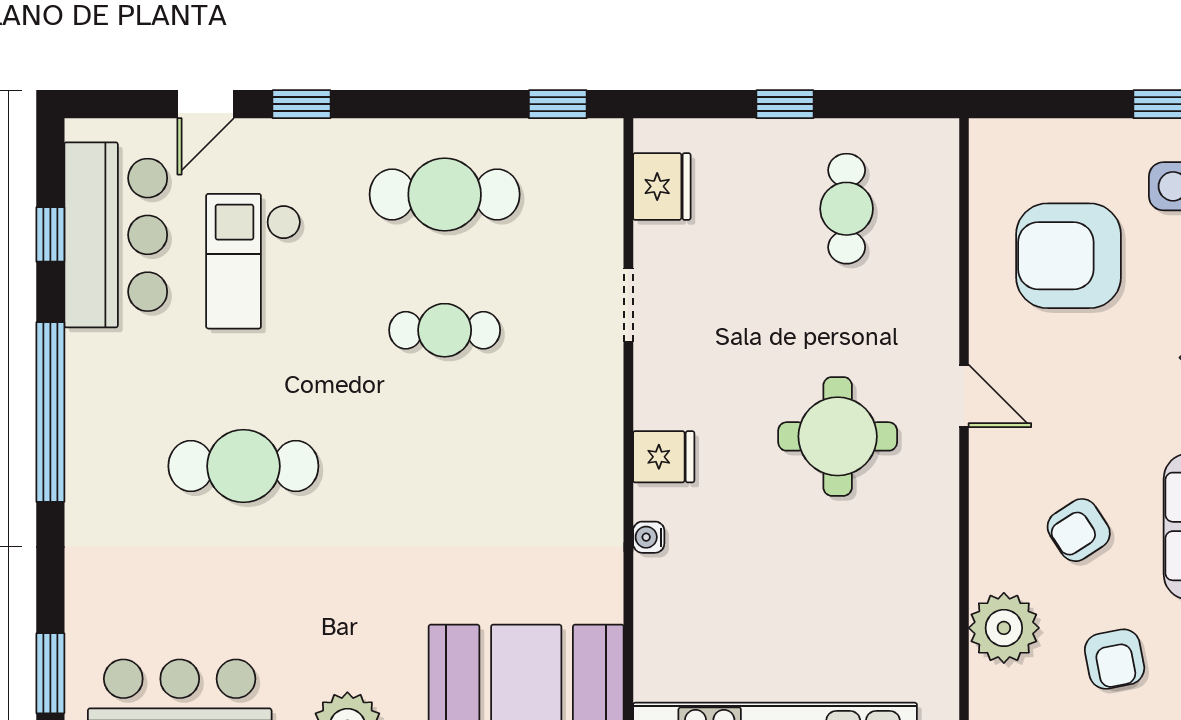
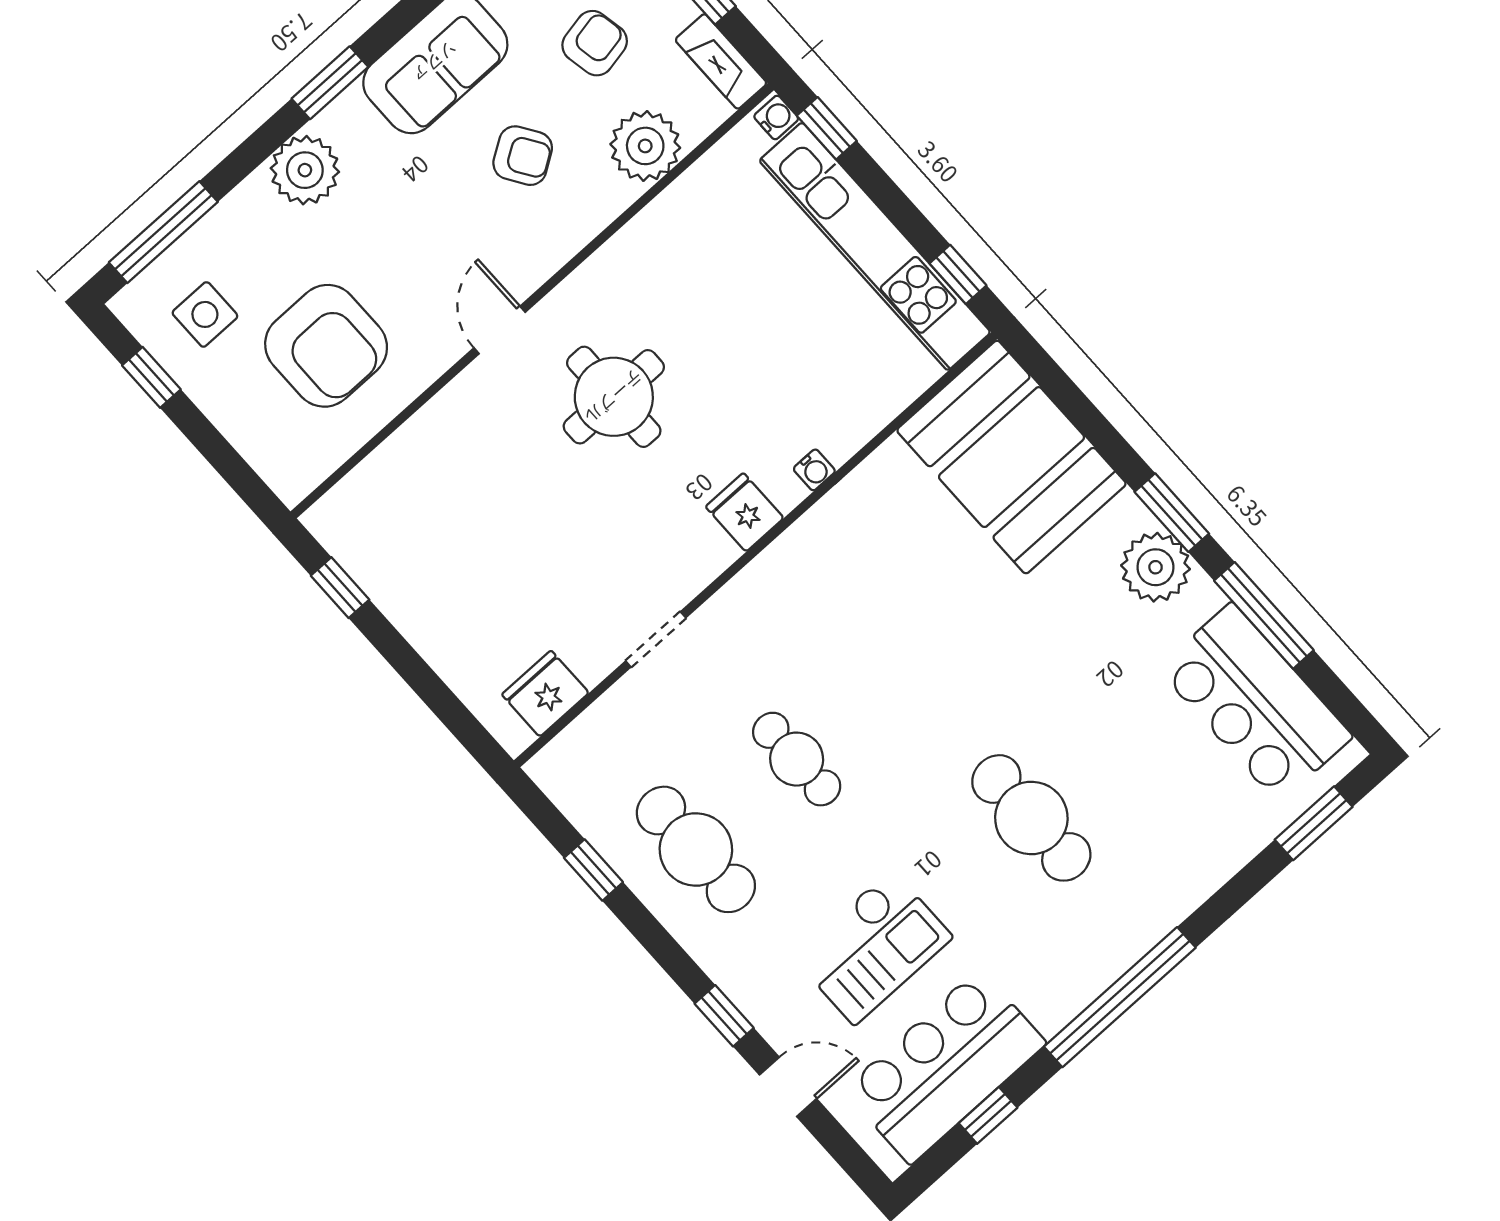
window: (558, 104) -> (593, 870), moved
window: (785, 104) -> (340, 588), moved
cafe table: (847, 209) -> (439, 542), removed

